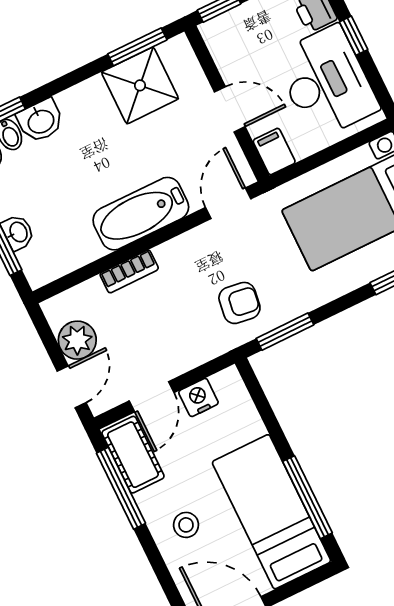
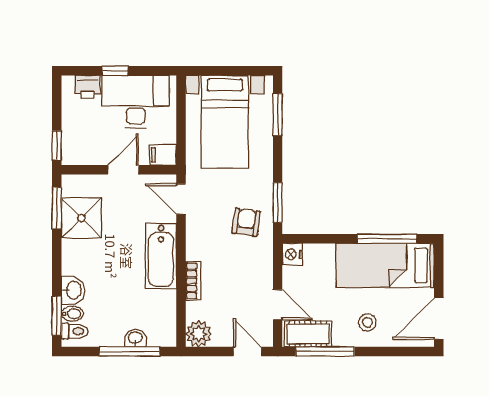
plant: (77, 340) -> (199, 334), moved
nightstand: (198, 397) -> (292, 254), moved

